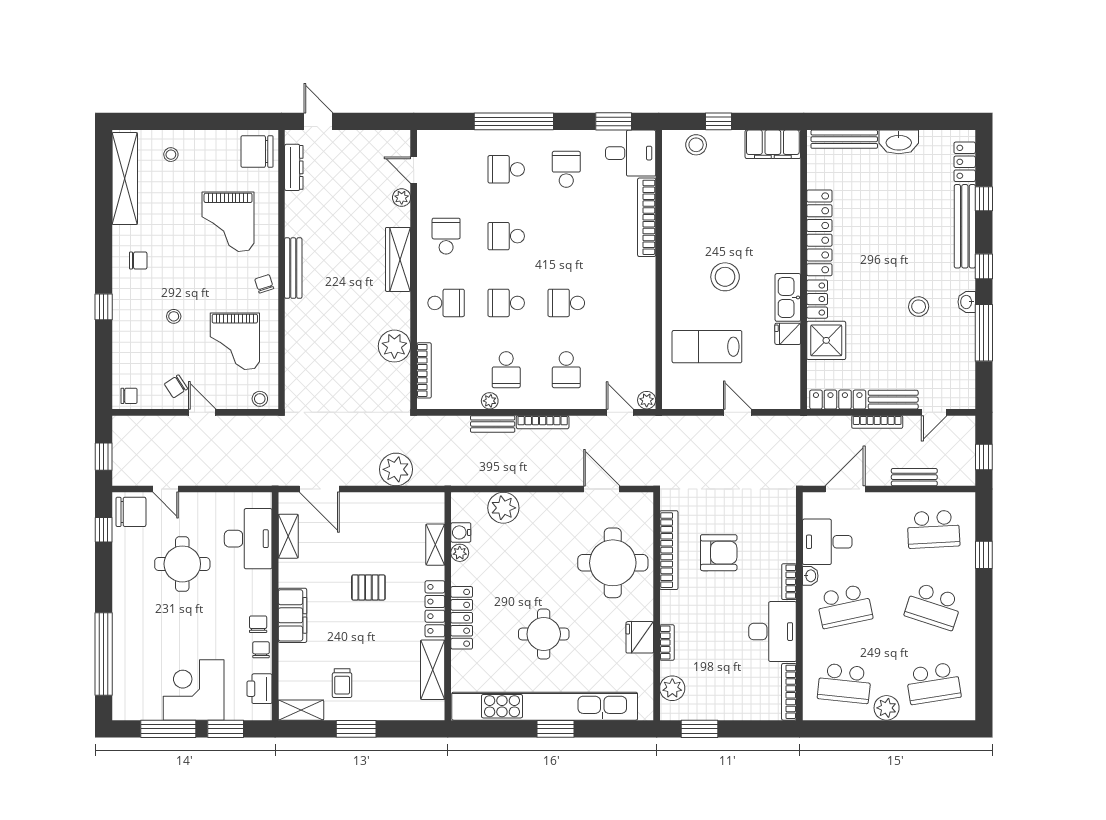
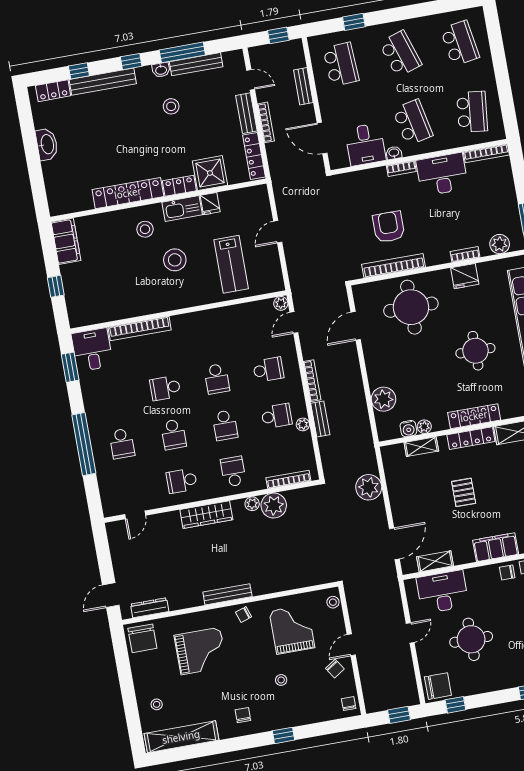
bench: (844, 139) -> (196, 64), moved, turned 90
stool: (696, 145) -> (145, 229), moved
school desk: (566, 169) -> (165, 388), moved
plant: (402, 198) -> (252, 504), moved
grand piano: (235, 341) -> (292, 629), turned -90
door: (166, 489) -> (410, 633), moved
chair: (131, 512) -> (438, 686), turned 90
school desk: (933, 606) -> (400, 54), turned -36
plant: (887, 708) -> (485, 76), removed

